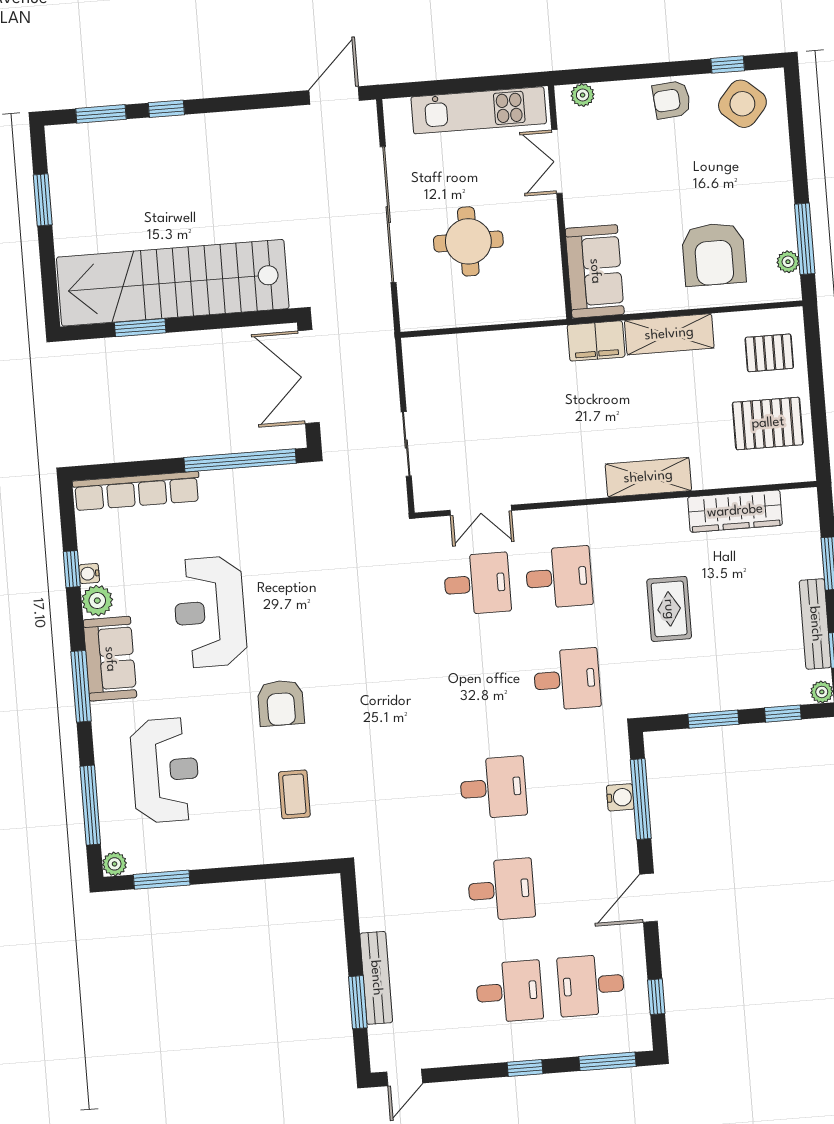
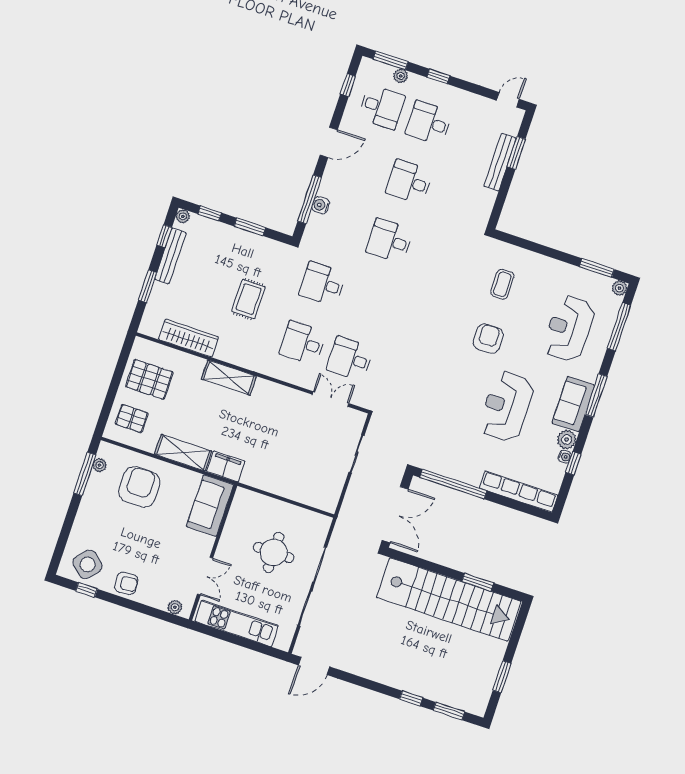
reception desk: (210, 612) -> (506, 406), turned 180
plant: (582, 1045) -> (401, 76), added

